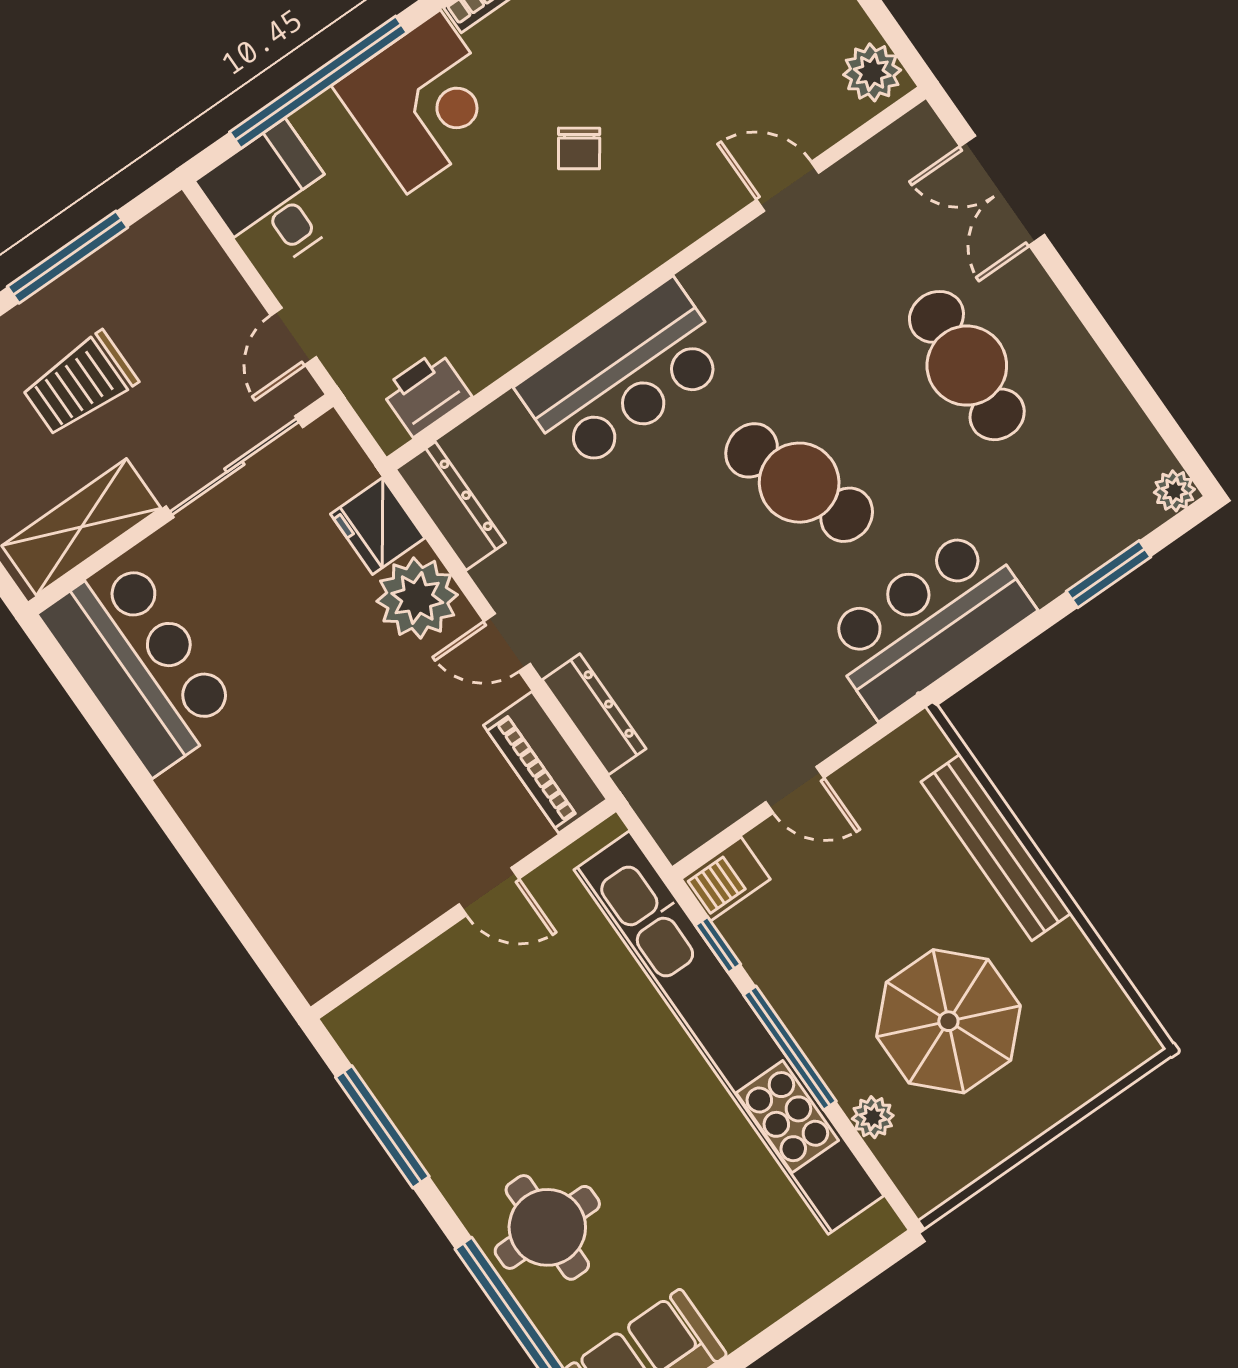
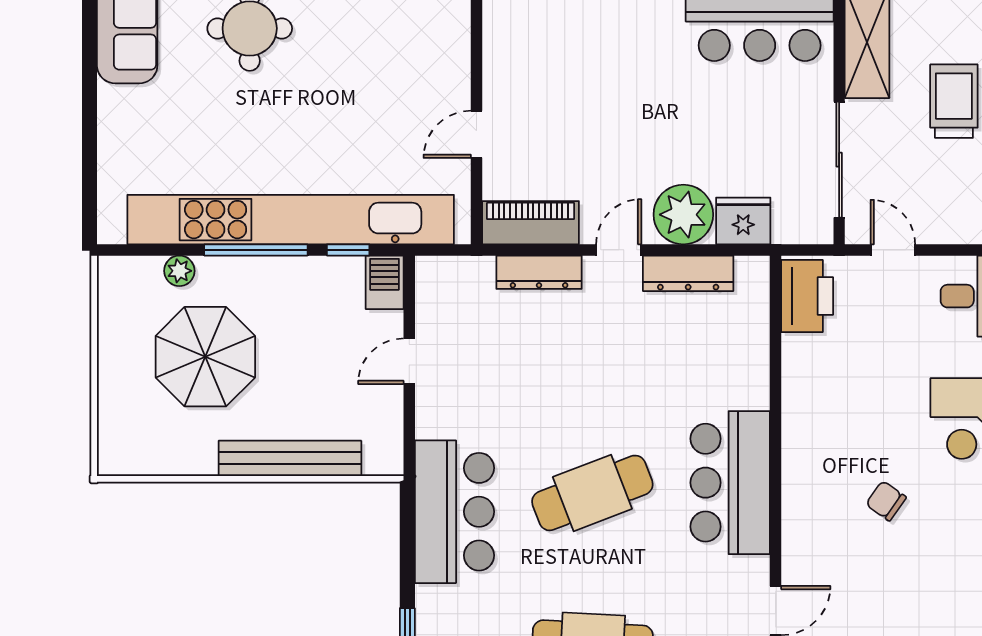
bar counter: (624, 376) -> (730, 483), moved
printer: (426, 393) -> (807, 296), width x1.37, depth x1.19
dresser: (451, 506) -> (688, 273), moved

